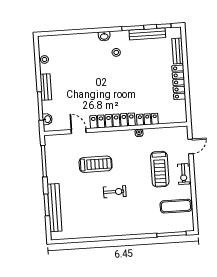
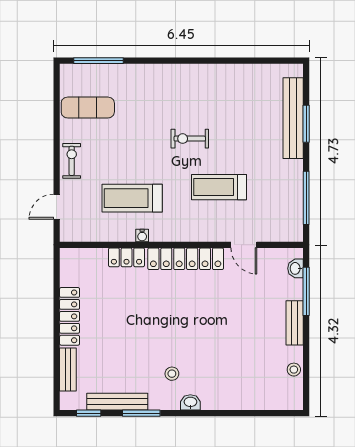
treadmill: (160, 169) -> (132, 198), moved, turned -90

